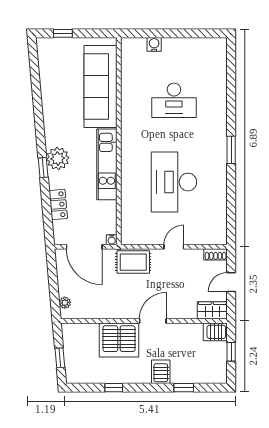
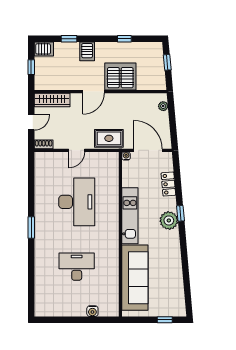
wardrobe: (212, 310) -> (52, 100), width x1.50
server rack: (215, 332) -> (44, 49), moved

